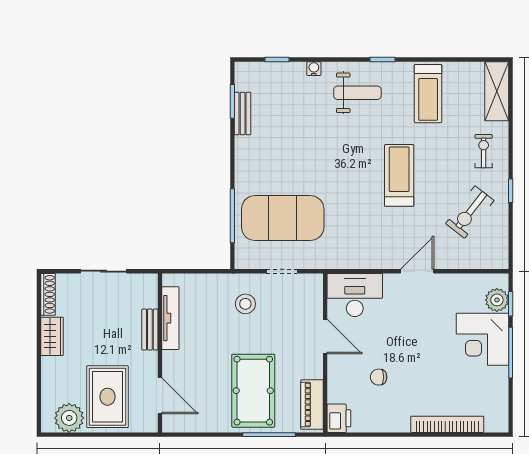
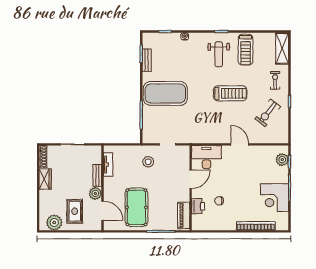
weight bench: (357, 93) -> (219, 54), moved, turned 90
treadmill: (399, 175) -> (230, 93), turned 90
exercise mat: (283, 218) -> (165, 93), moved
door: (417, 271) -> (240, 144), hinge flipped
tv unit: (170, 318) -> (108, 164), width x0.71
door: (325, 337) -> (191, 179), hinge flipped
corner desk: (482, 339) -> (275, 198), moved
plant: (146, 363) -> (95, 193), added
pool table: (253, 391) -> (136, 207), moved
rug: (107, 397) -> (75, 211), width x0.73, depth x0.70
printer: (339, 418) -> (198, 206), moved

